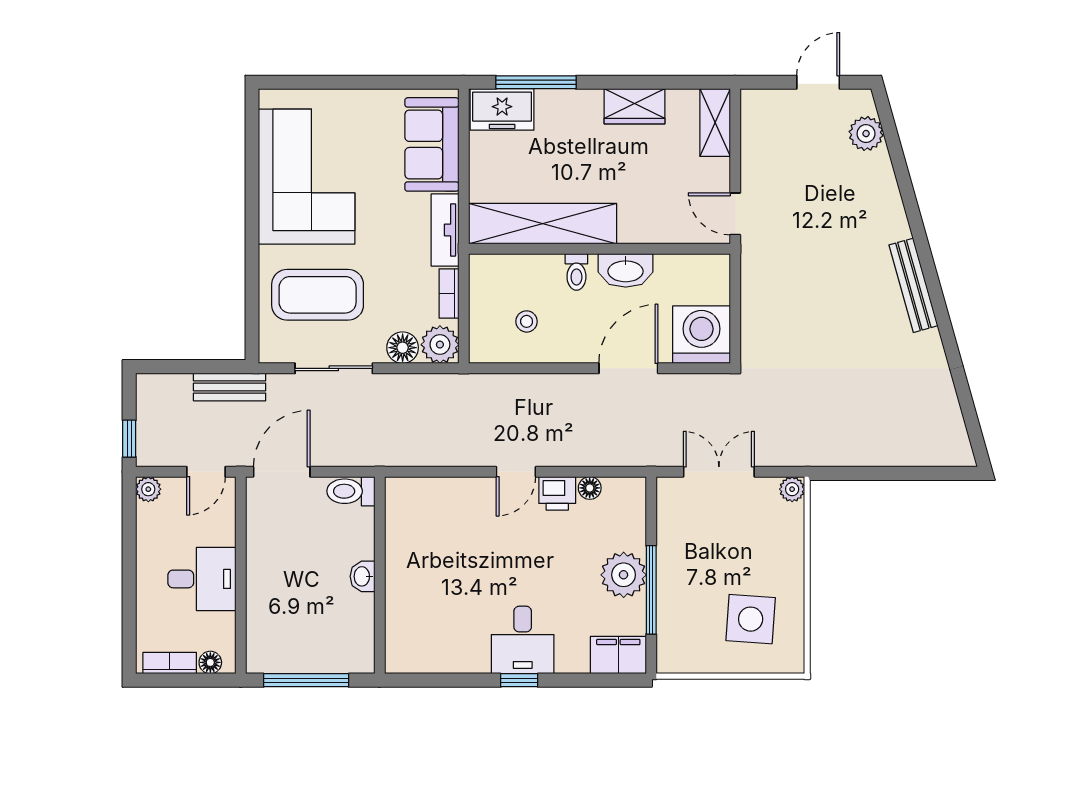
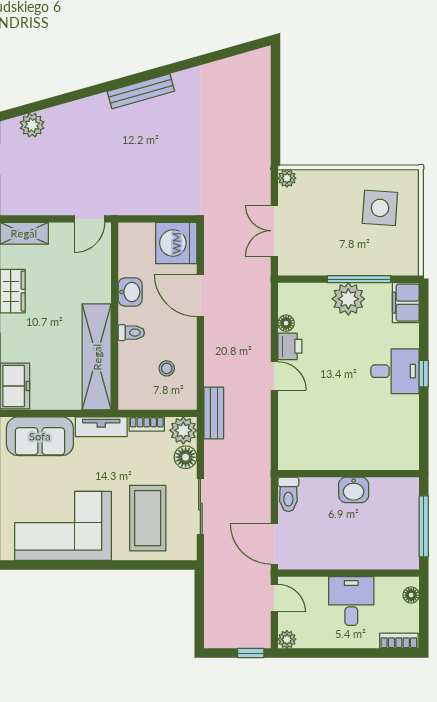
washbasin: (626, 270) -> (130, 292), width x0.72
bench: (230, 387) -> (214, 413), moved
washbasin: (363, 576) -> (354, 490), width x1.38, depth x1.45
bookcase: (170, 663) -> (399, 641), moved, turned 90

